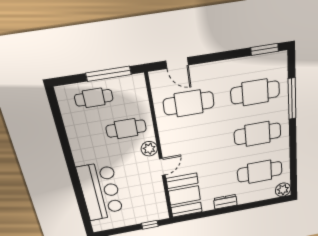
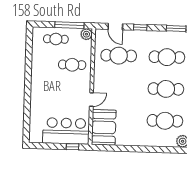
window: (213, 57) -> (140, 27), added
plant: (149, 149) -> (86, 34), moved
bar counter: (100, 192) -> (66, 131), moved, turned -90
dresser: (225, 202) -> (135, 141), removed

